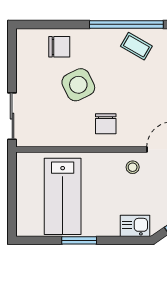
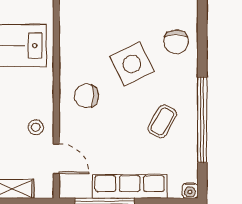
coffee table: (136, 46) -> (162, 121), moved

